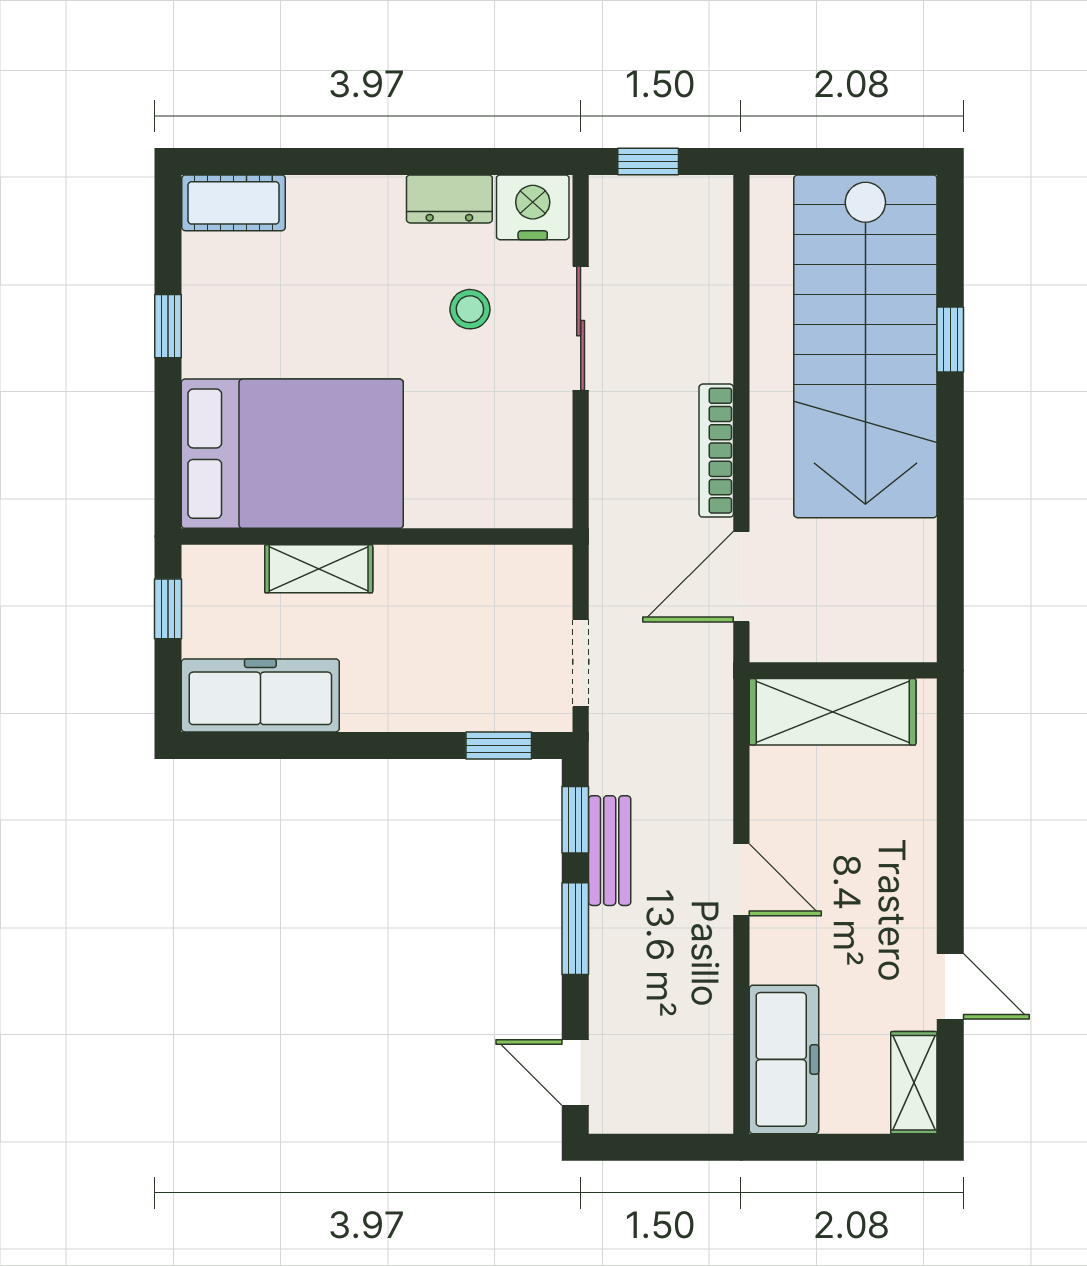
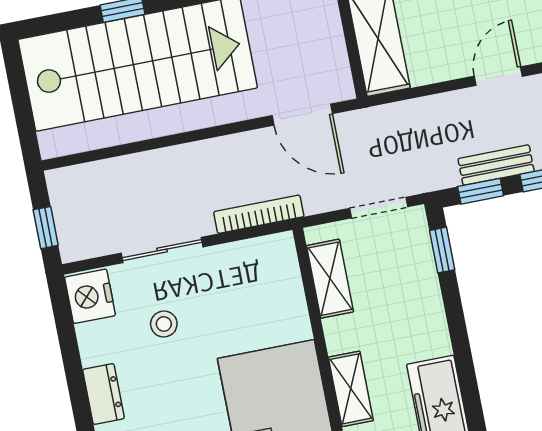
dresser: (449, 199) -> (104, 394), moved
bookcase: (716, 451) -> (259, 214), moved, turned 180
shelving: (489, 570) -> (330, 279), added

